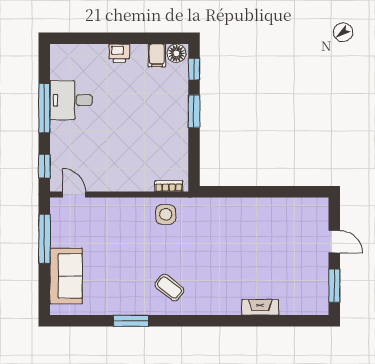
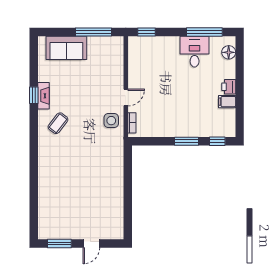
floor lamp: (176, 53) -> (229, 52), moved
filing cabinet: (157, 55) -> (227, 102), moved
window: (44, 108) -> (204, 32), moved
door: (74, 195) -> (126, 97), moved
fireplace: (260, 307) -> (43, 96), moved
window: (131, 321) -> (34, 95), width x0.67

